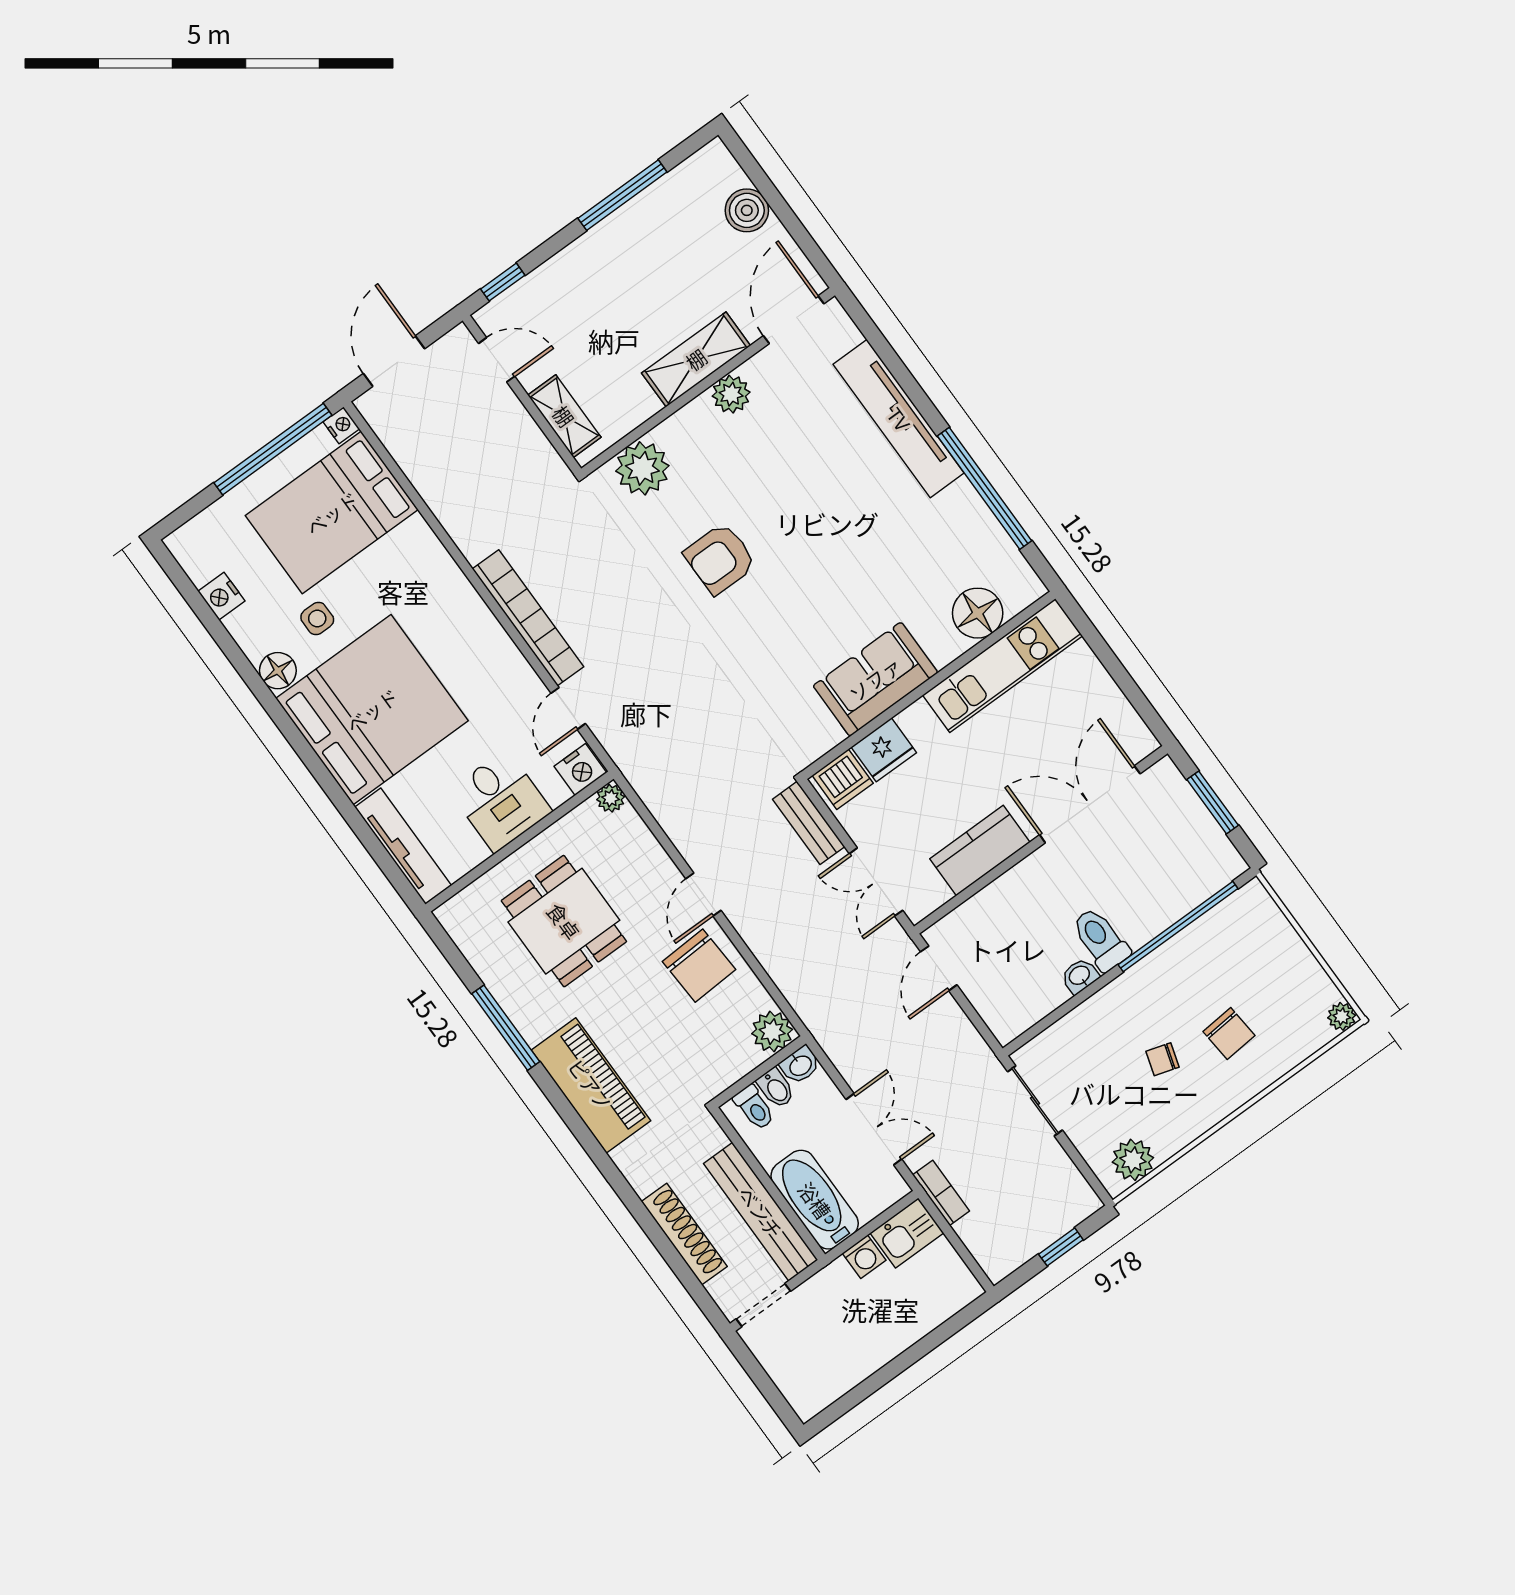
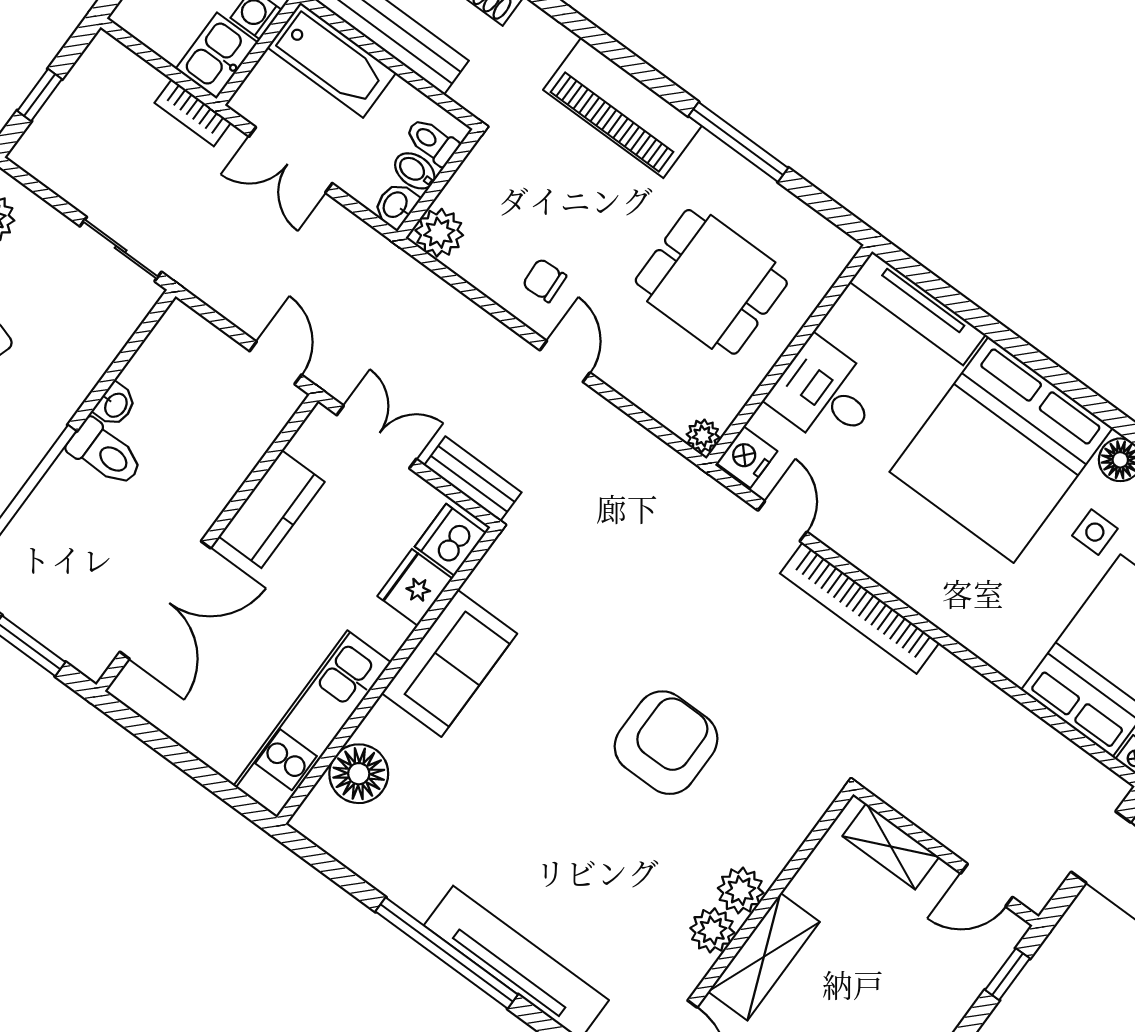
plant: (642, 468) -> (741, 890), moved, width x0.73, depth x0.73
window: (984, 488) -> (447, 953), moved
armchair: (720, 559) -> (666, 743), width x1.36, depth x1.36
chair: (699, 966) -> (544, 280), width x0.54, depth x0.54

